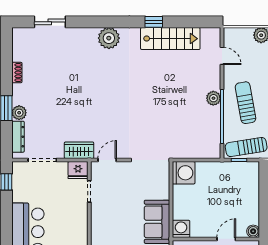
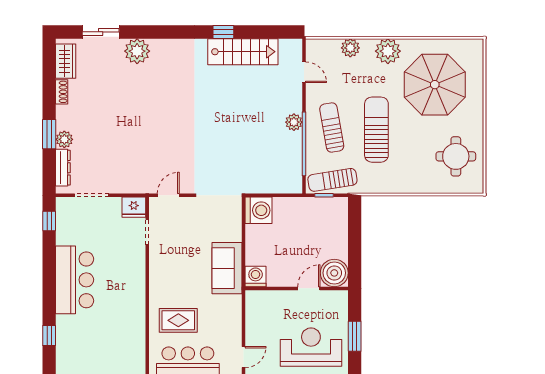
plant: (109, 38) -> (137, 51), moved
wardrobe: (79, 150) -> (66, 61), moved, turned 90
boiler: (253, 231) -> (334, 273), width x1.86, depth x1.86

